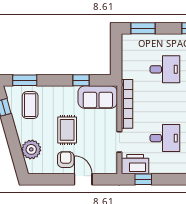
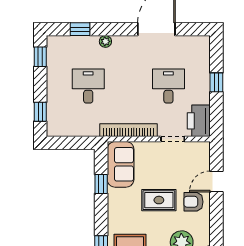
window: (143, 28) -> (40, 112), width x0.67
window: (143, 179) -> (216, 82), moved

